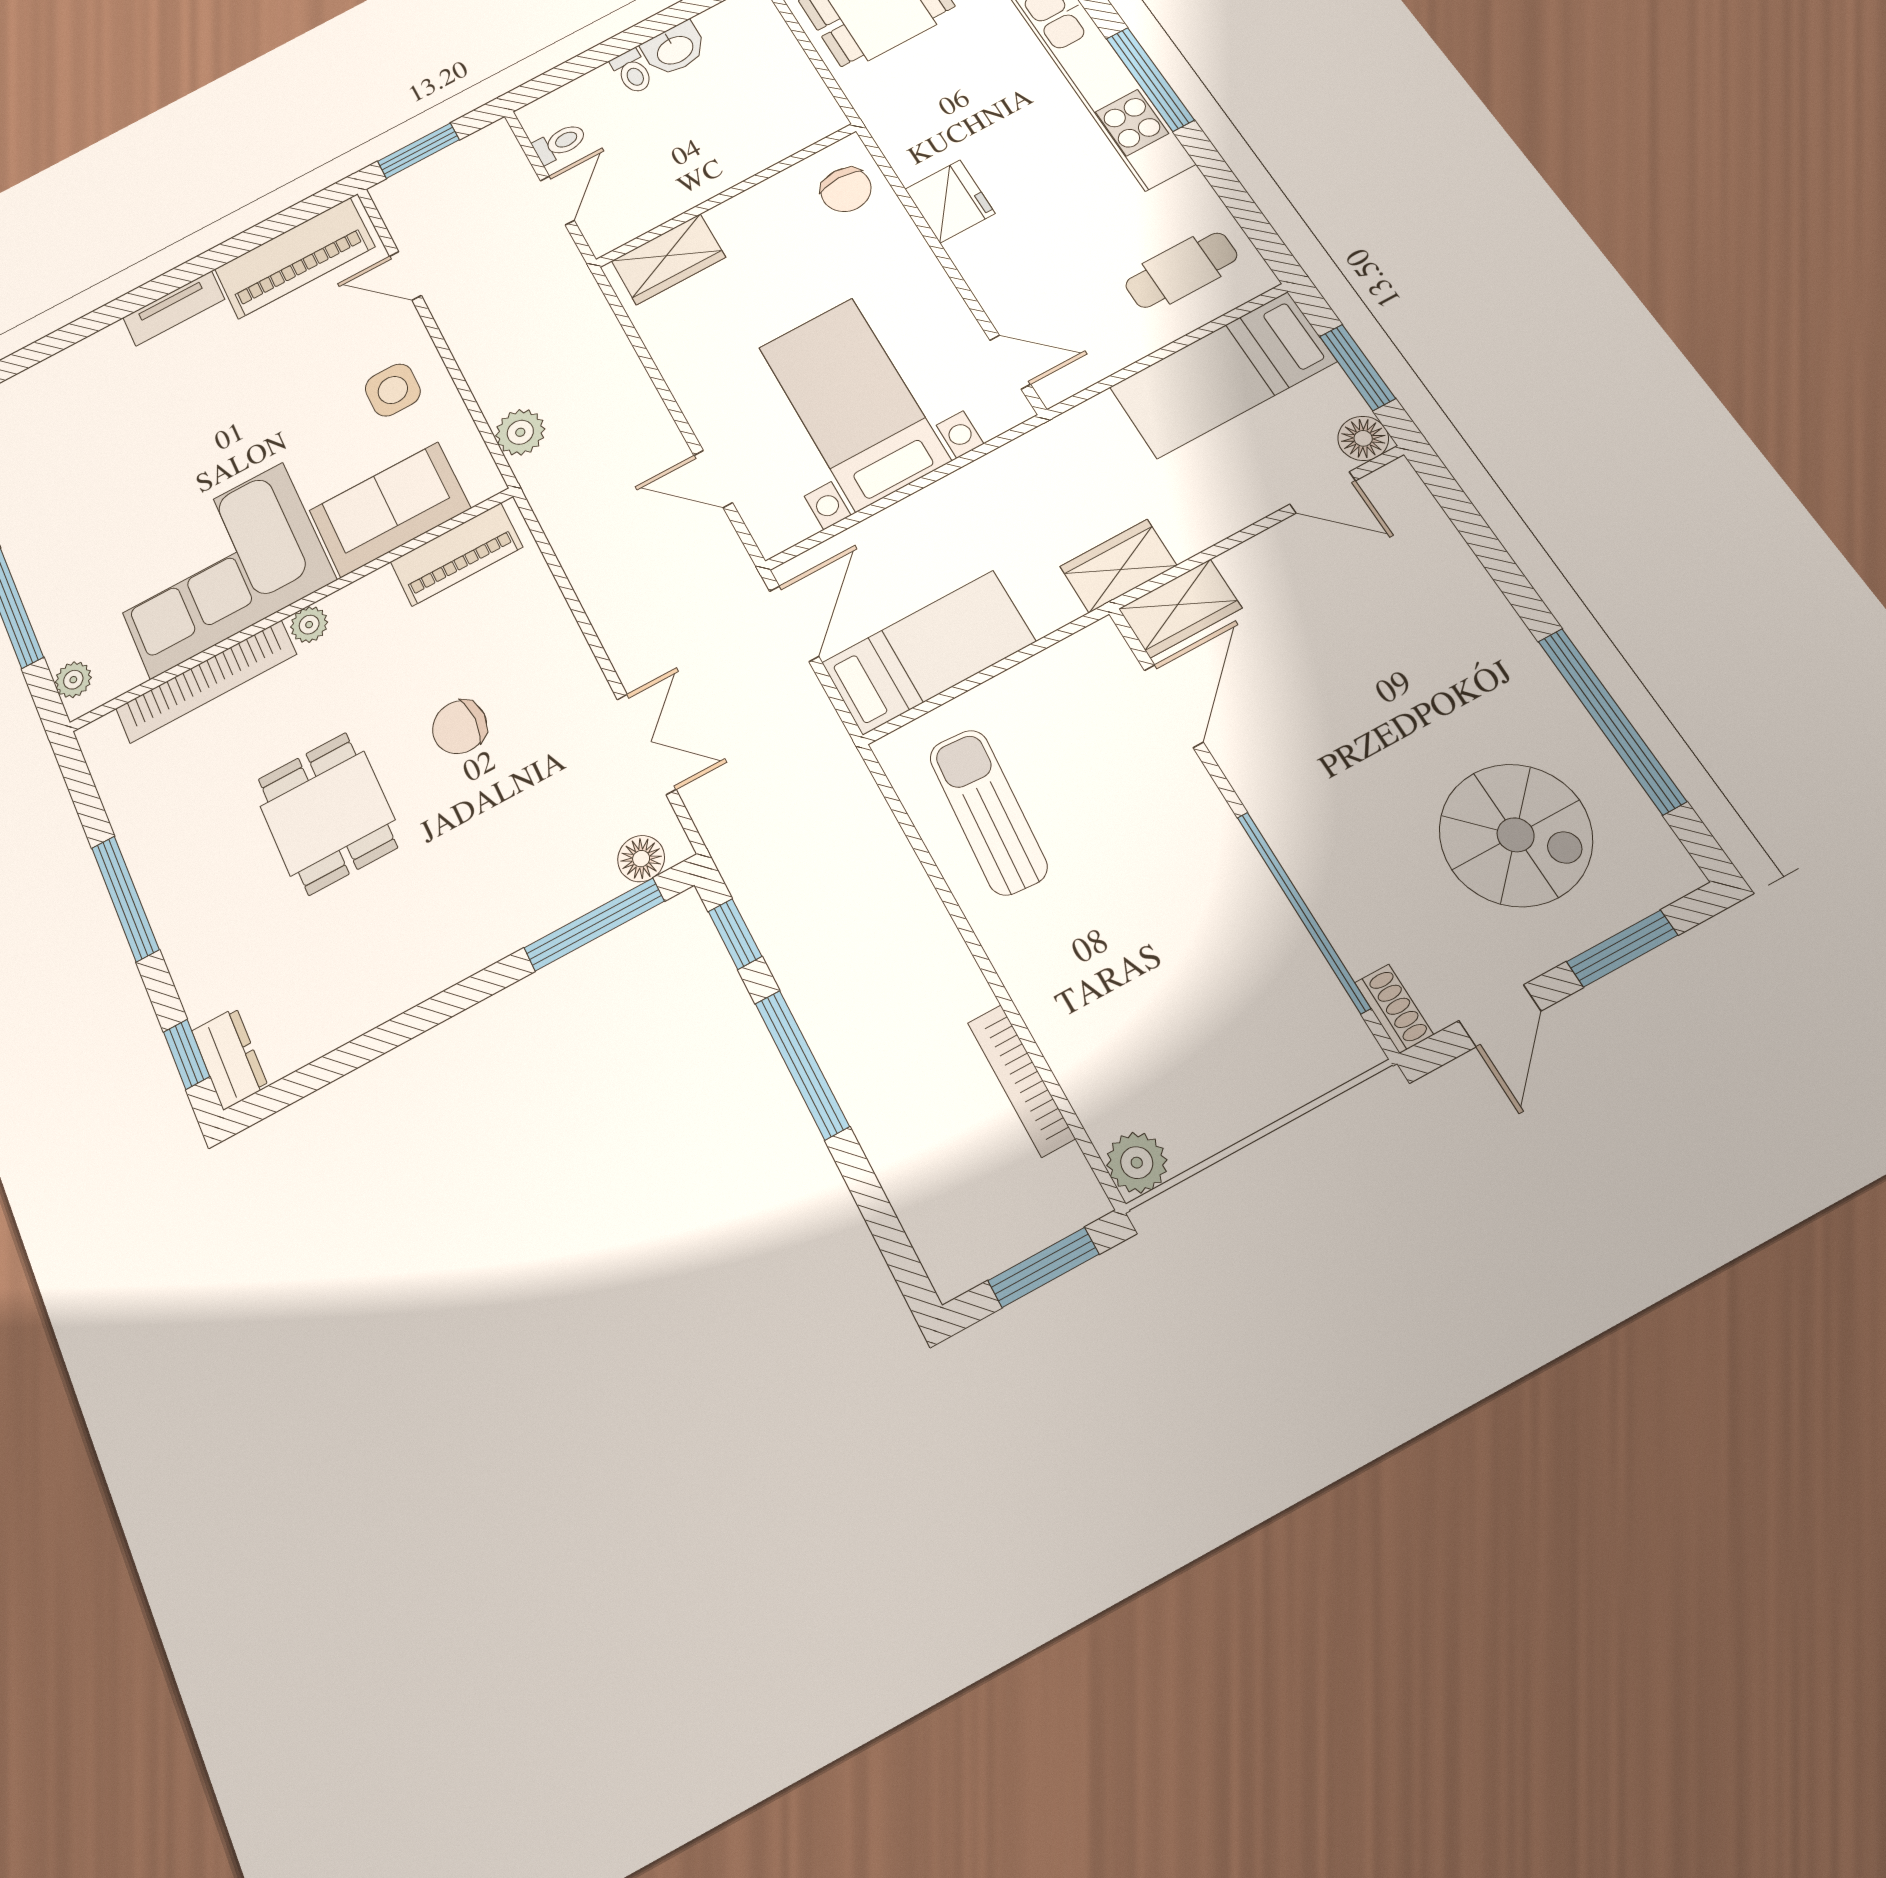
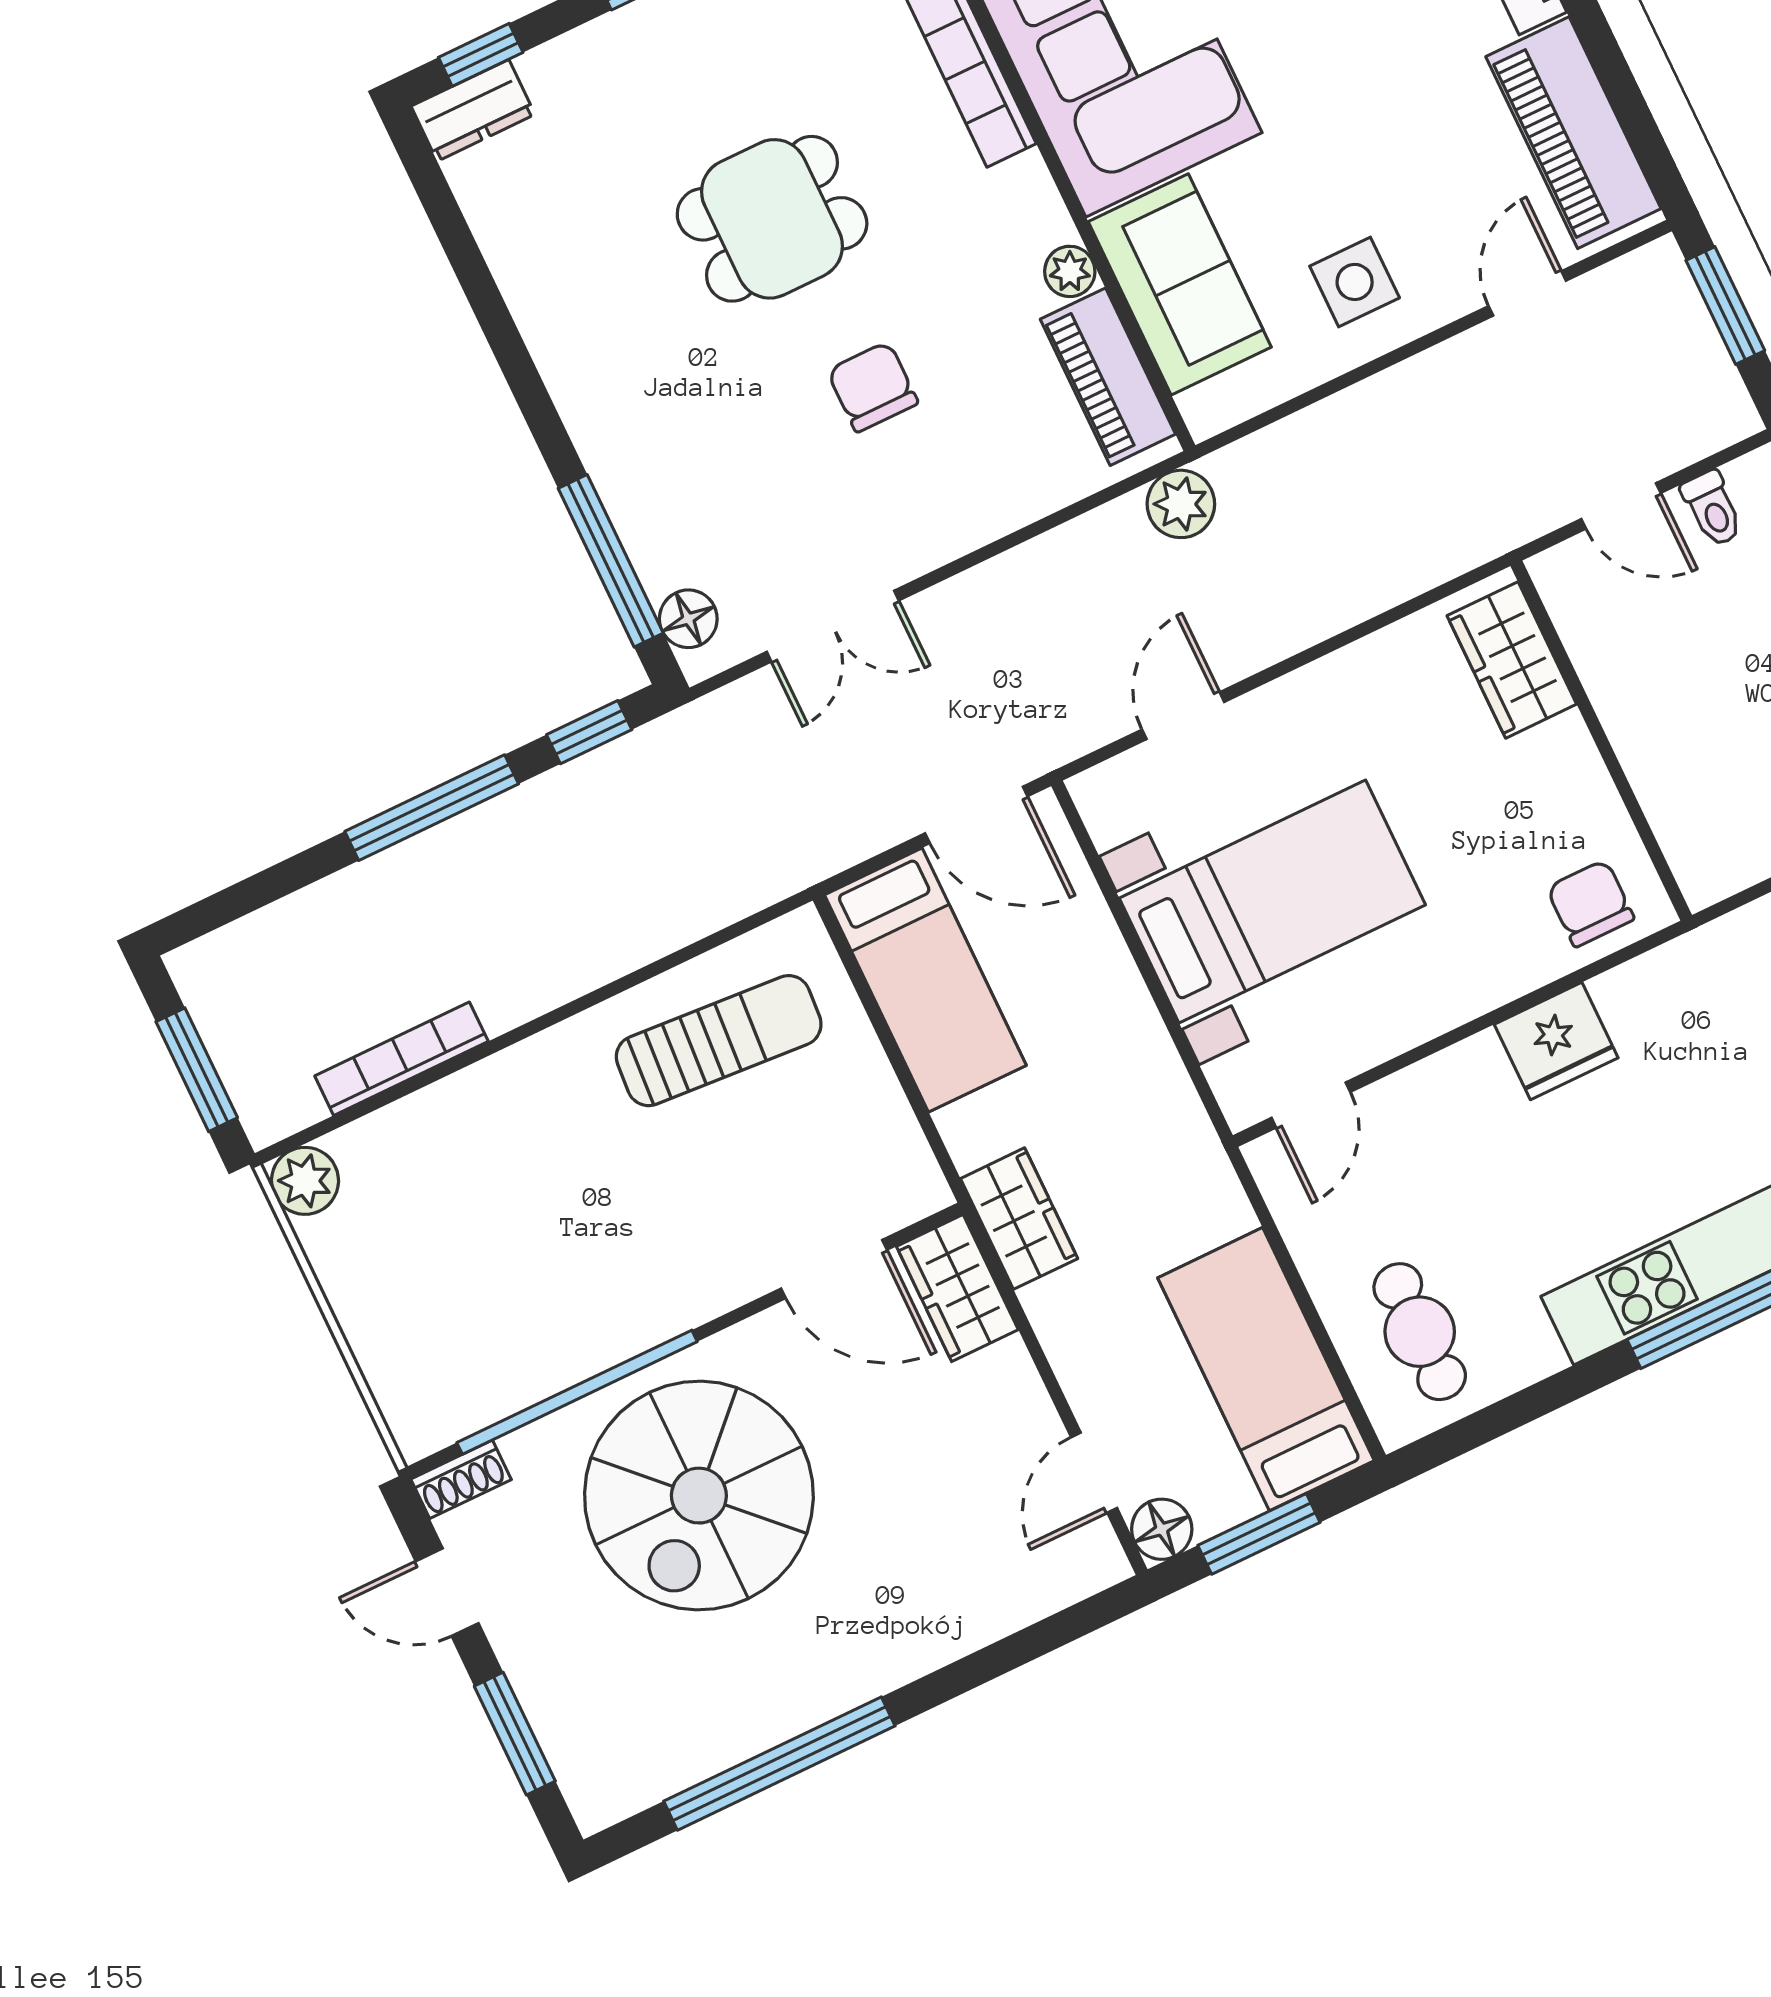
chair: (846, 190) -> (1590, 903), turned 90
plant: (520, 432) -> (1181, 504), moved
plant: (309, 625) -> (1070, 271), moved
spiral stairs: (1516, 835) -> (699, 1496), moved, width x1.37, depth x1.37

